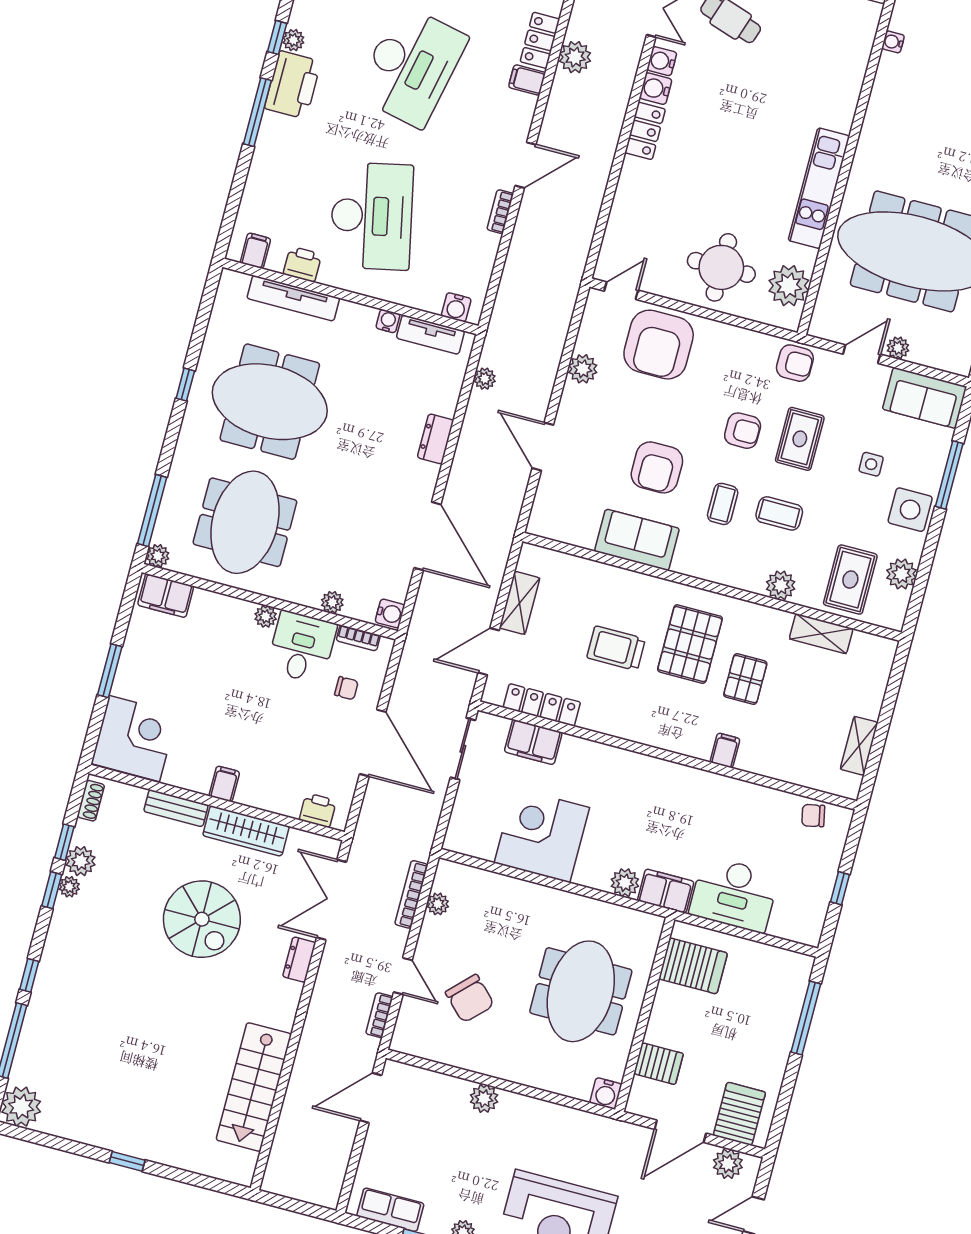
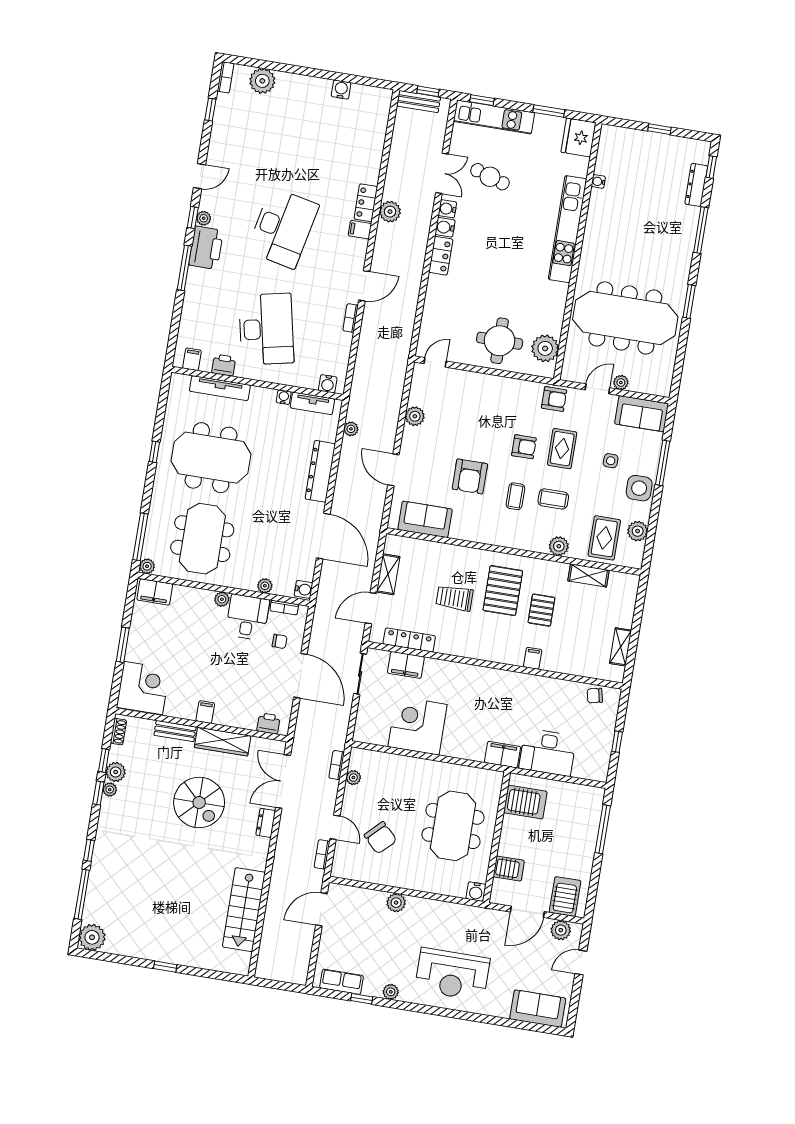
kitchen unit: (819, 188) -> (567, 229), moved, width x1.36
armchair: (659, 345) -> (463, 395), removed
dresser: (435, 439) -> (320, 471), width x1.96, depth x1.24
sofa: (637, 540) -> (425, 519), moved
plant: (625, 883) -> (475, 752), removed
bookcase: (411, 894) -> (337, 765), width x0.64

